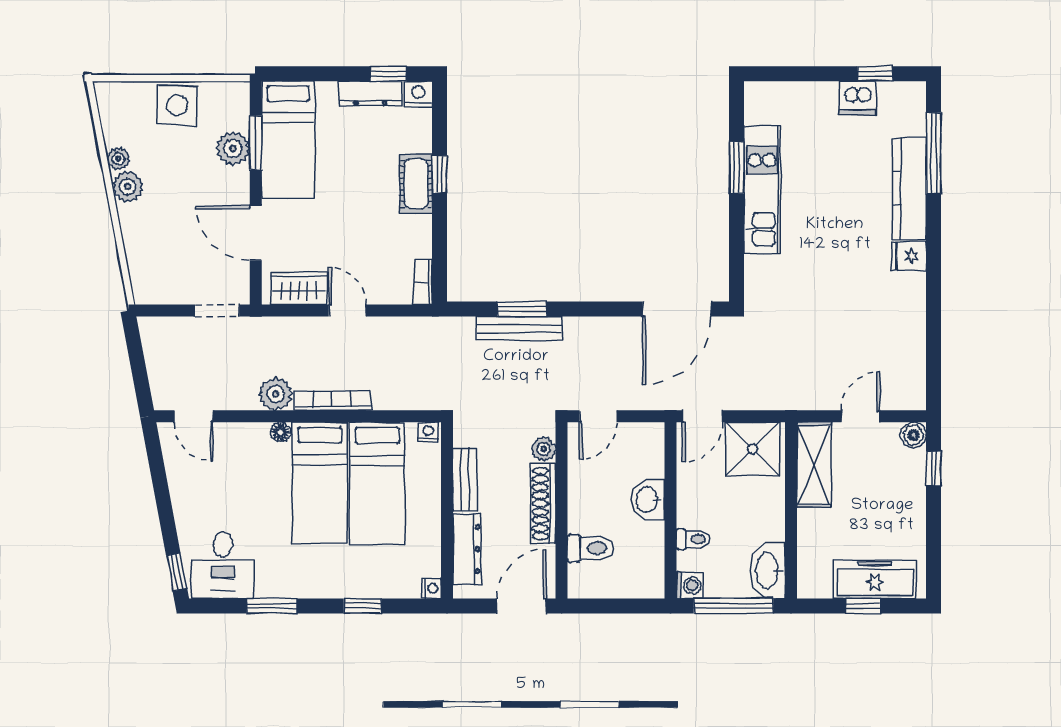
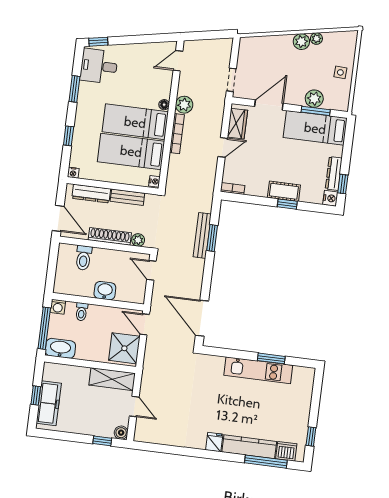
dishwasher: (858, 98) -> (286, 451), moved, turned 90
side table: (177, 105) -> (340, 72), width x0.54, depth x0.54

